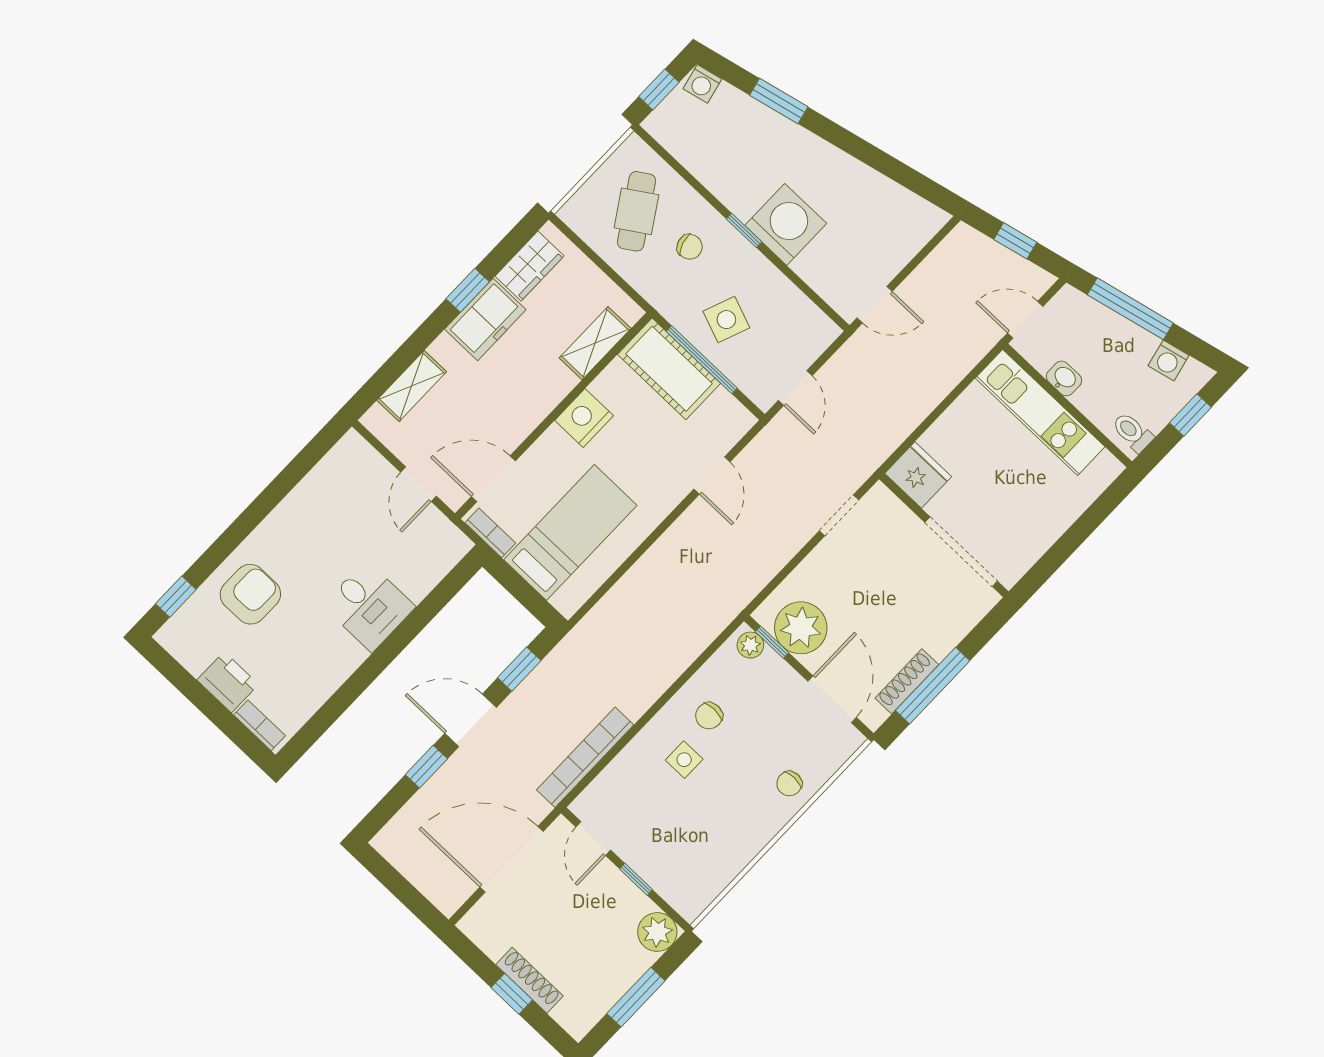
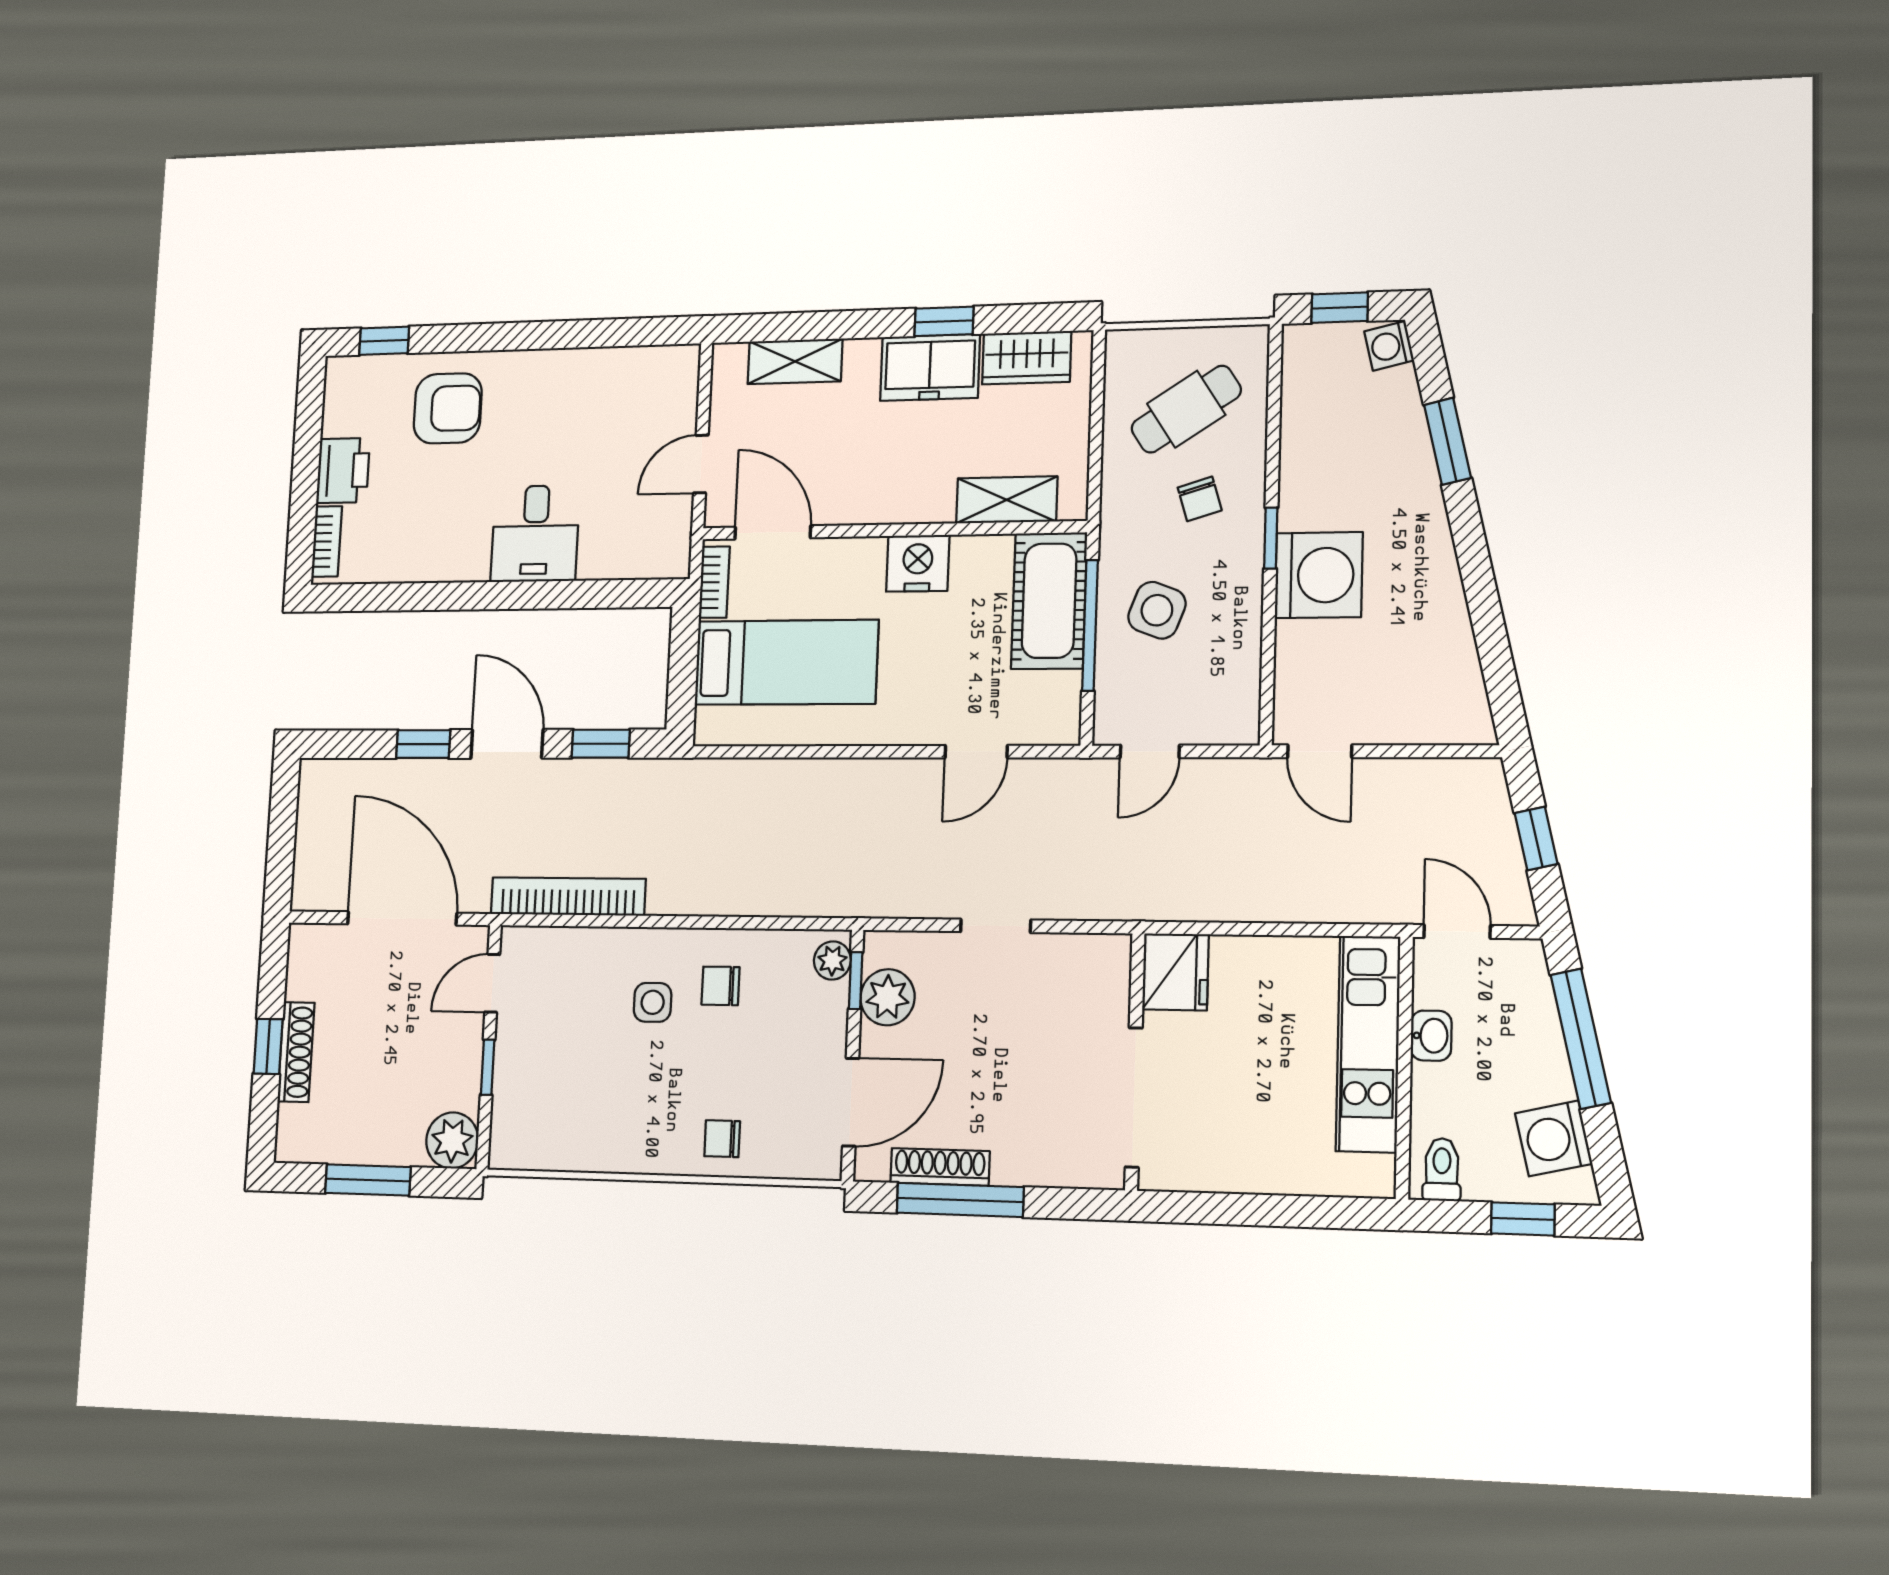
washing machine: (1169, 360) -> (1554, 1138), width x1.38, depth x1.38
doorway: (839, 515) -> (996, 926), moved
plant: (801, 628) -> (888, 997), width x0.73, depth x0.73

